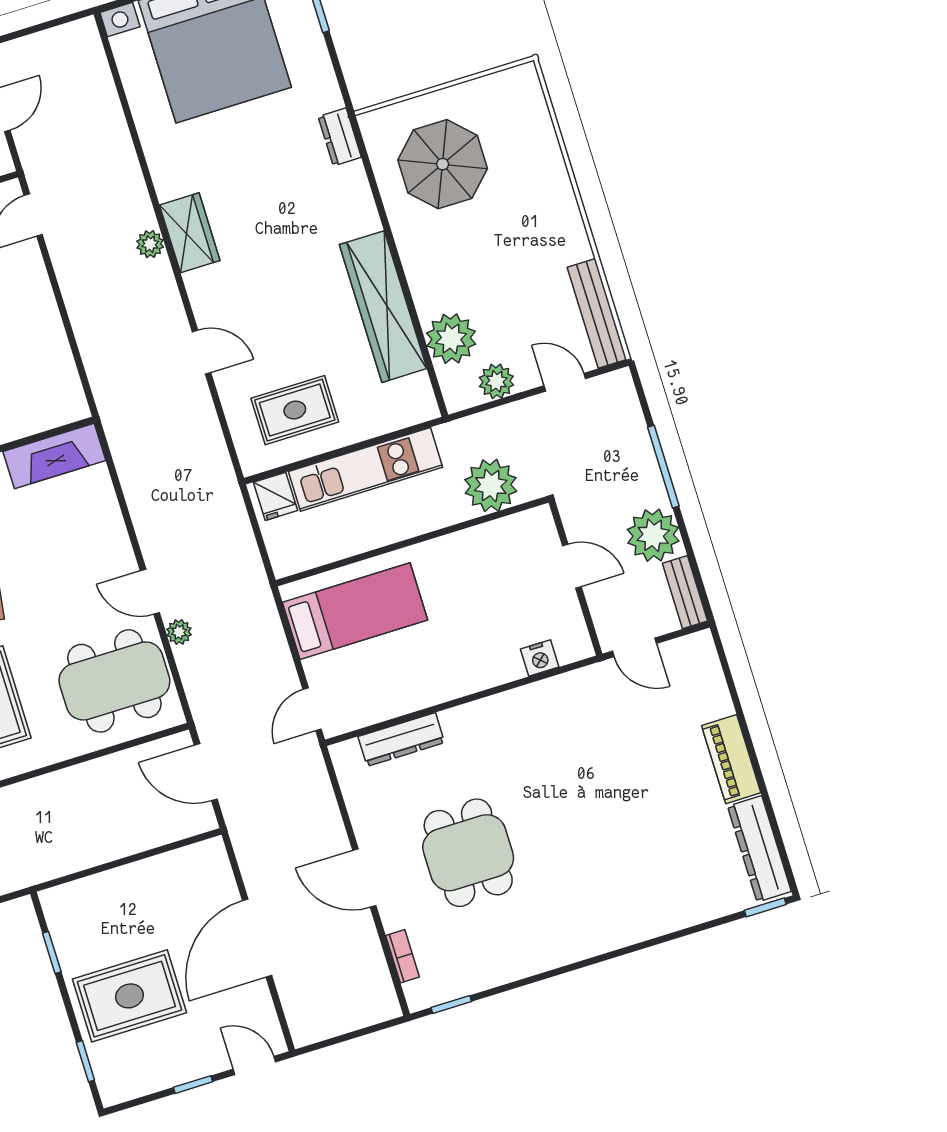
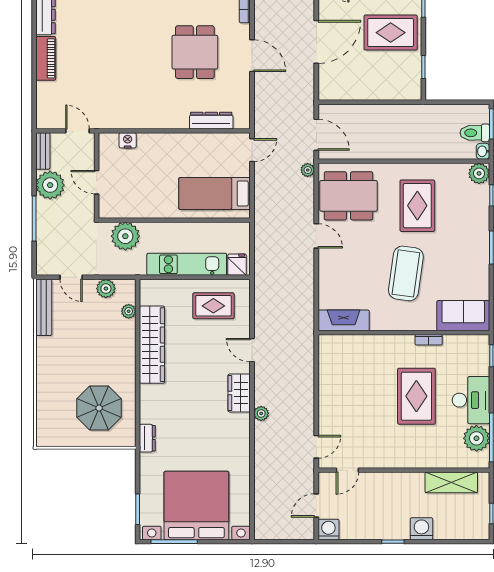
wardrobe: (190, 233) -> (239, 393), moved
plant: (451, 339) -> (129, 311), width x0.53, depth x0.53
plant: (179, 632) -> (308, 170), moved

